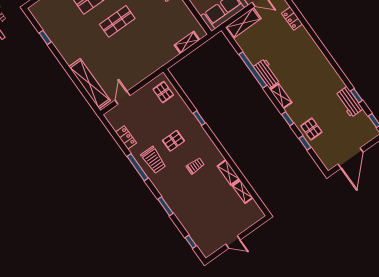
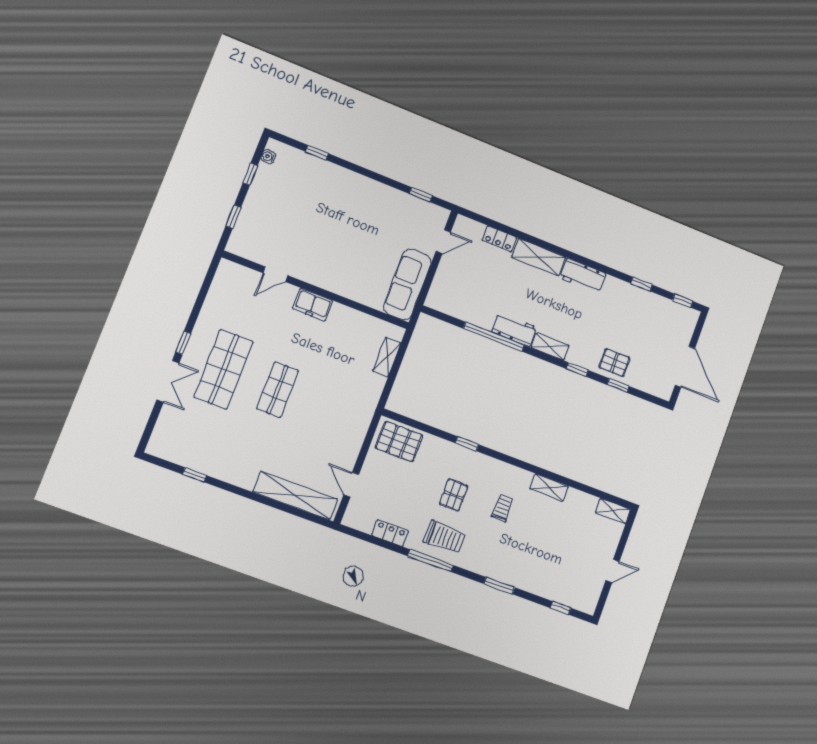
shelving: (243, 23) -> (539, 257), moved, turned 90
pallet: (163, 92) -> (399, 442), width x1.50, depth x1.42
workbench: (349, 102) -> (583, 276), moved
shelving: (243, 192) -> (613, 511), moved

